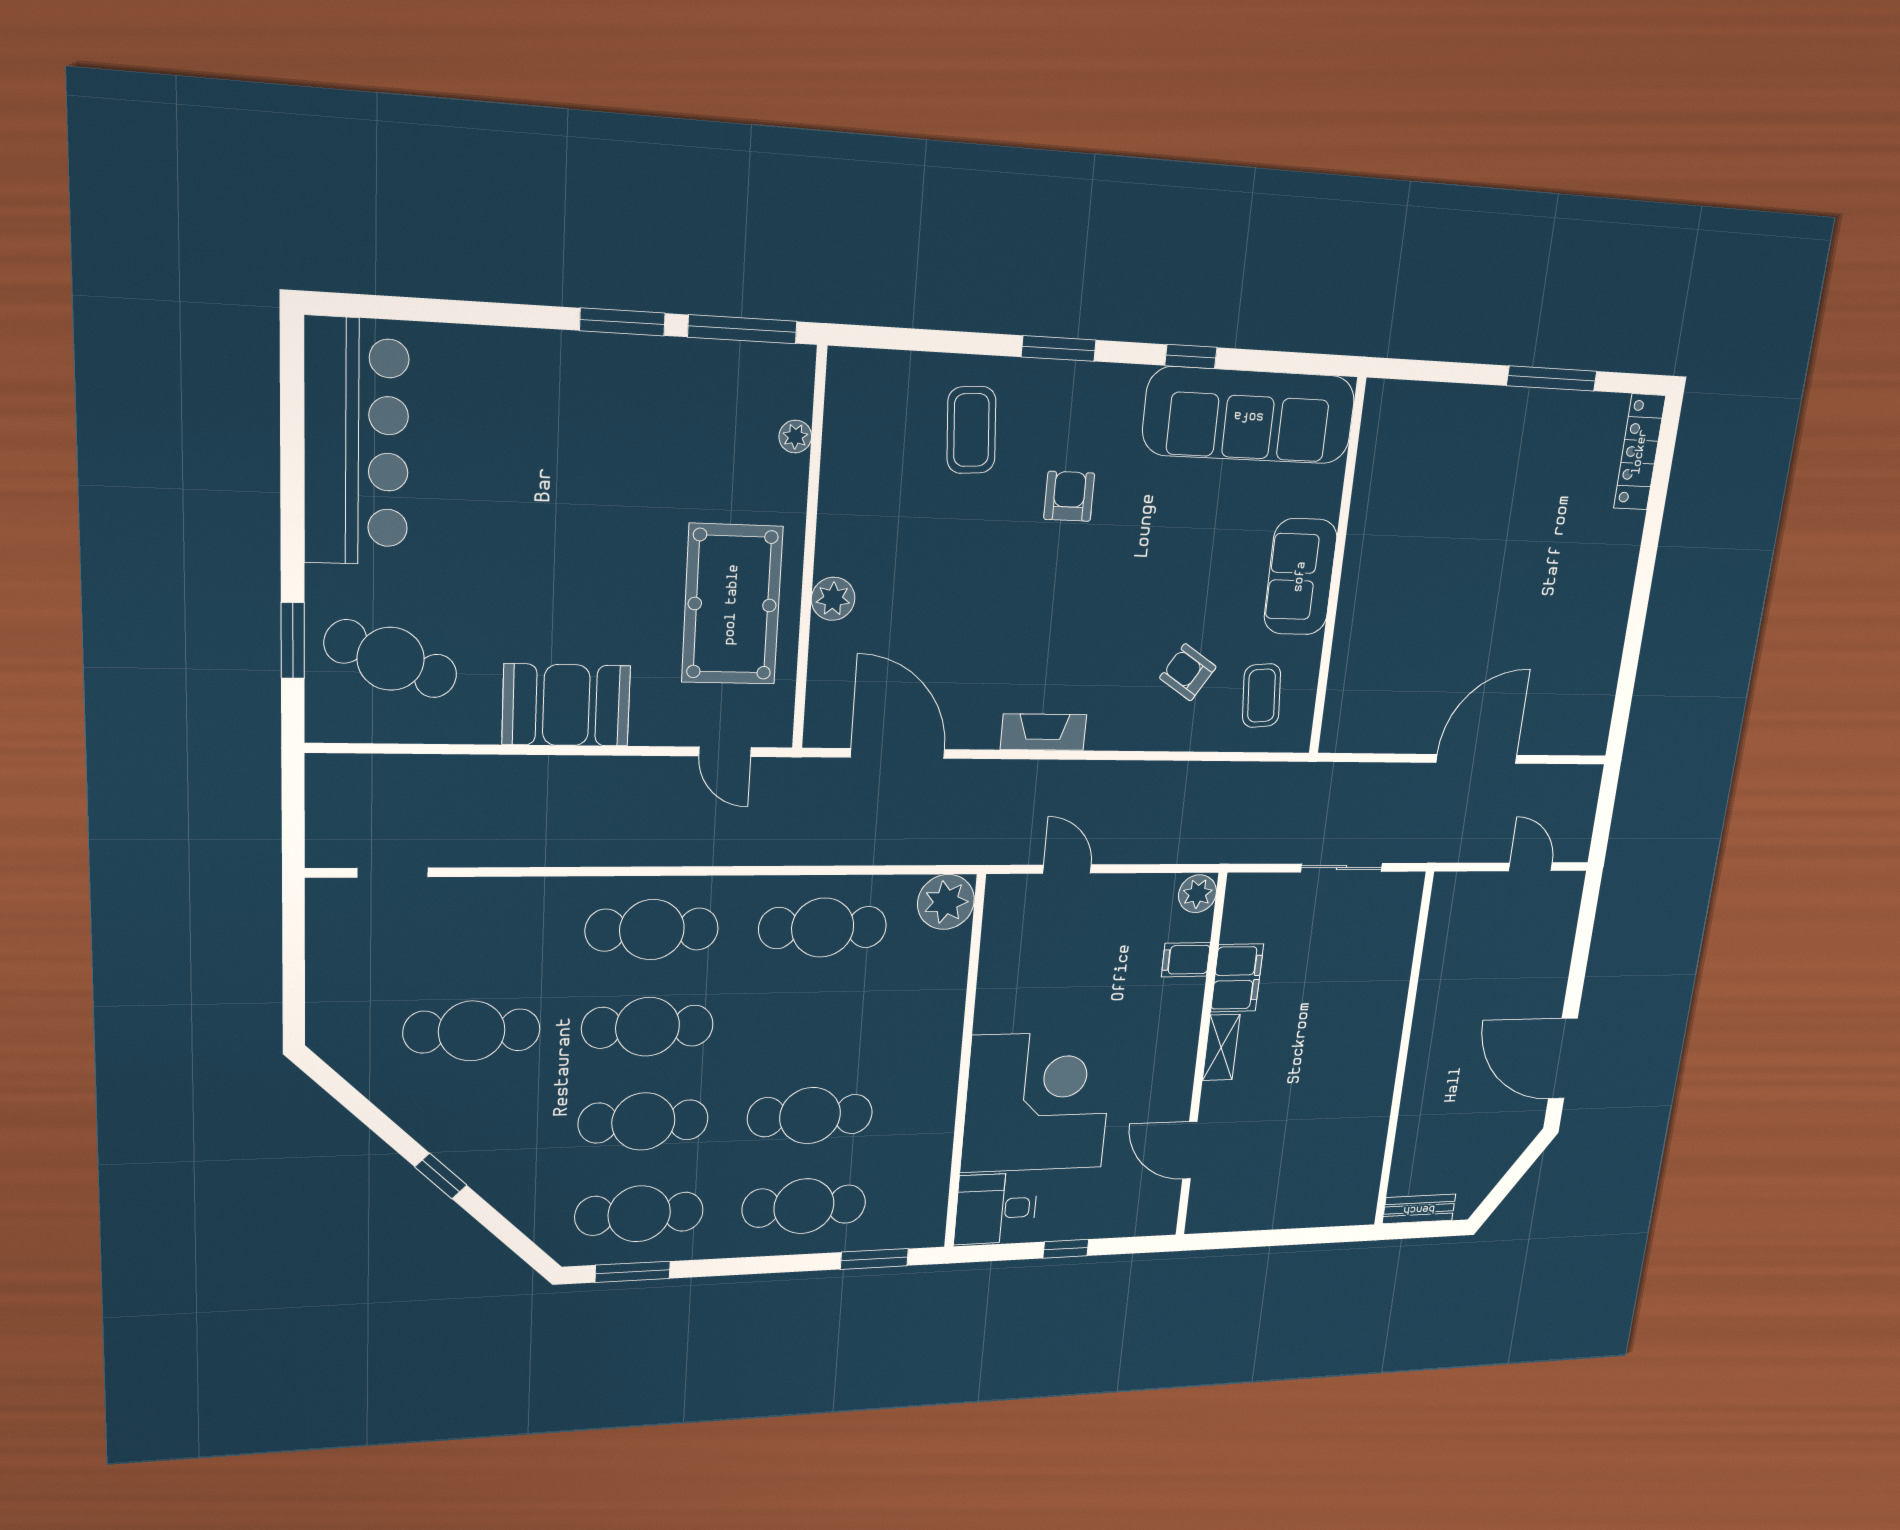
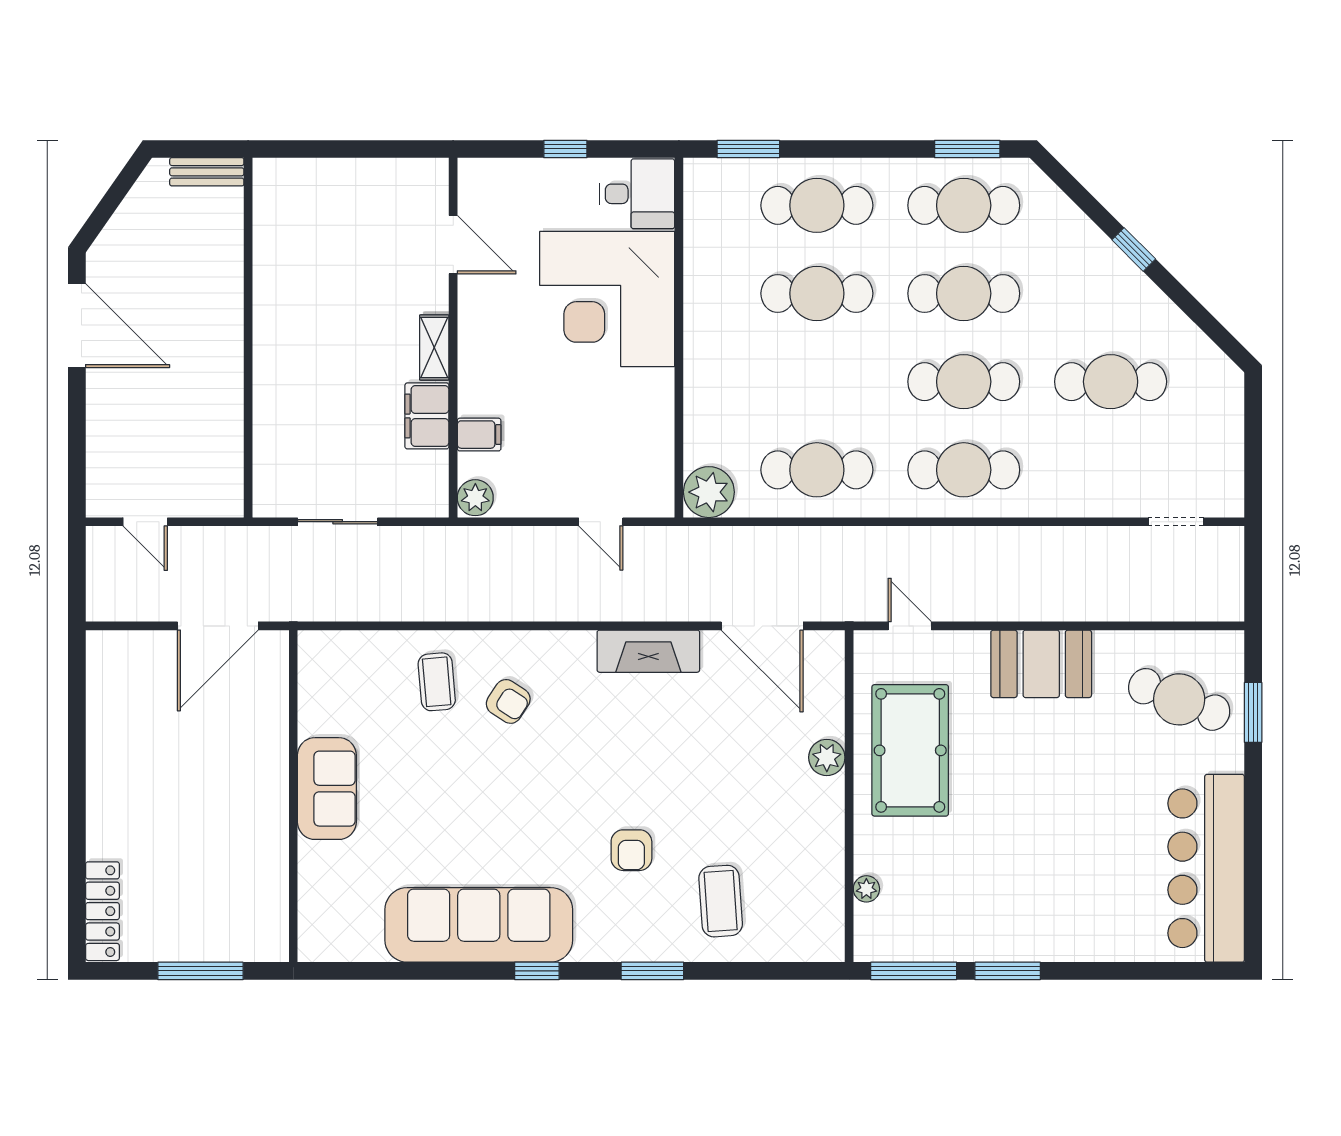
wall: (1337, 569) -> (293, 796), moved
sofa: (1300, 577) -> (327, 789), moved
fireplace: (1043, 732) -> (648, 651), width x1.37, depth x1.32

